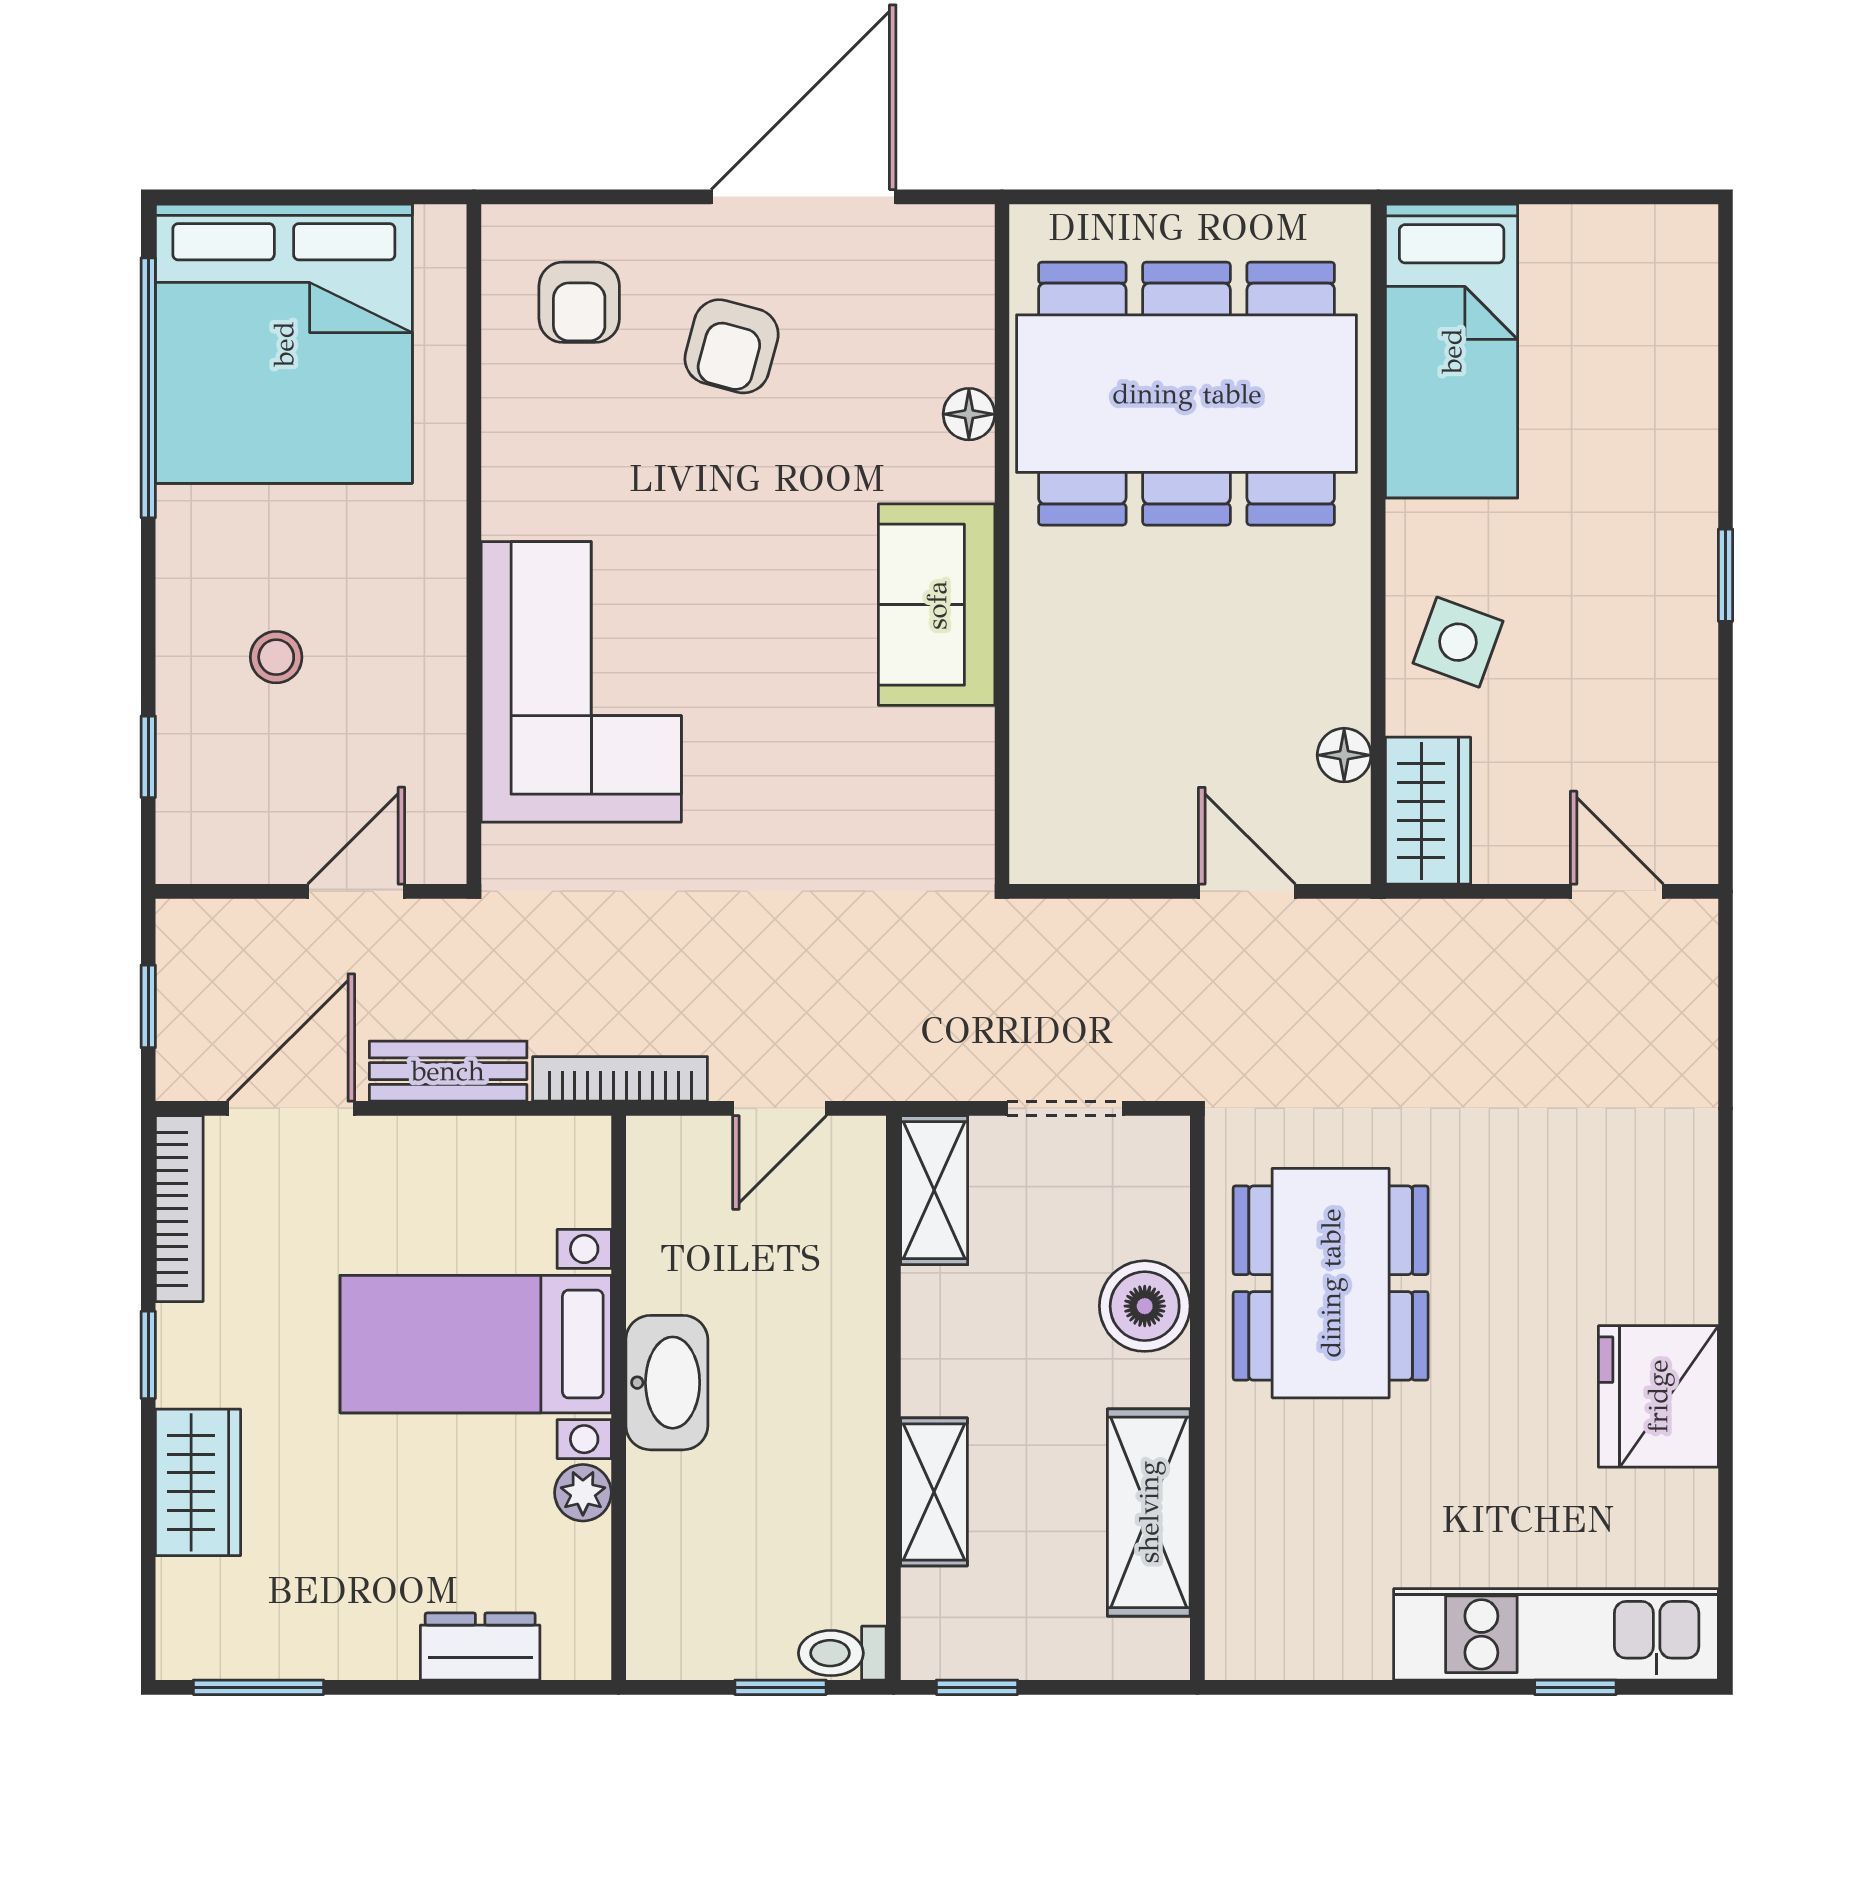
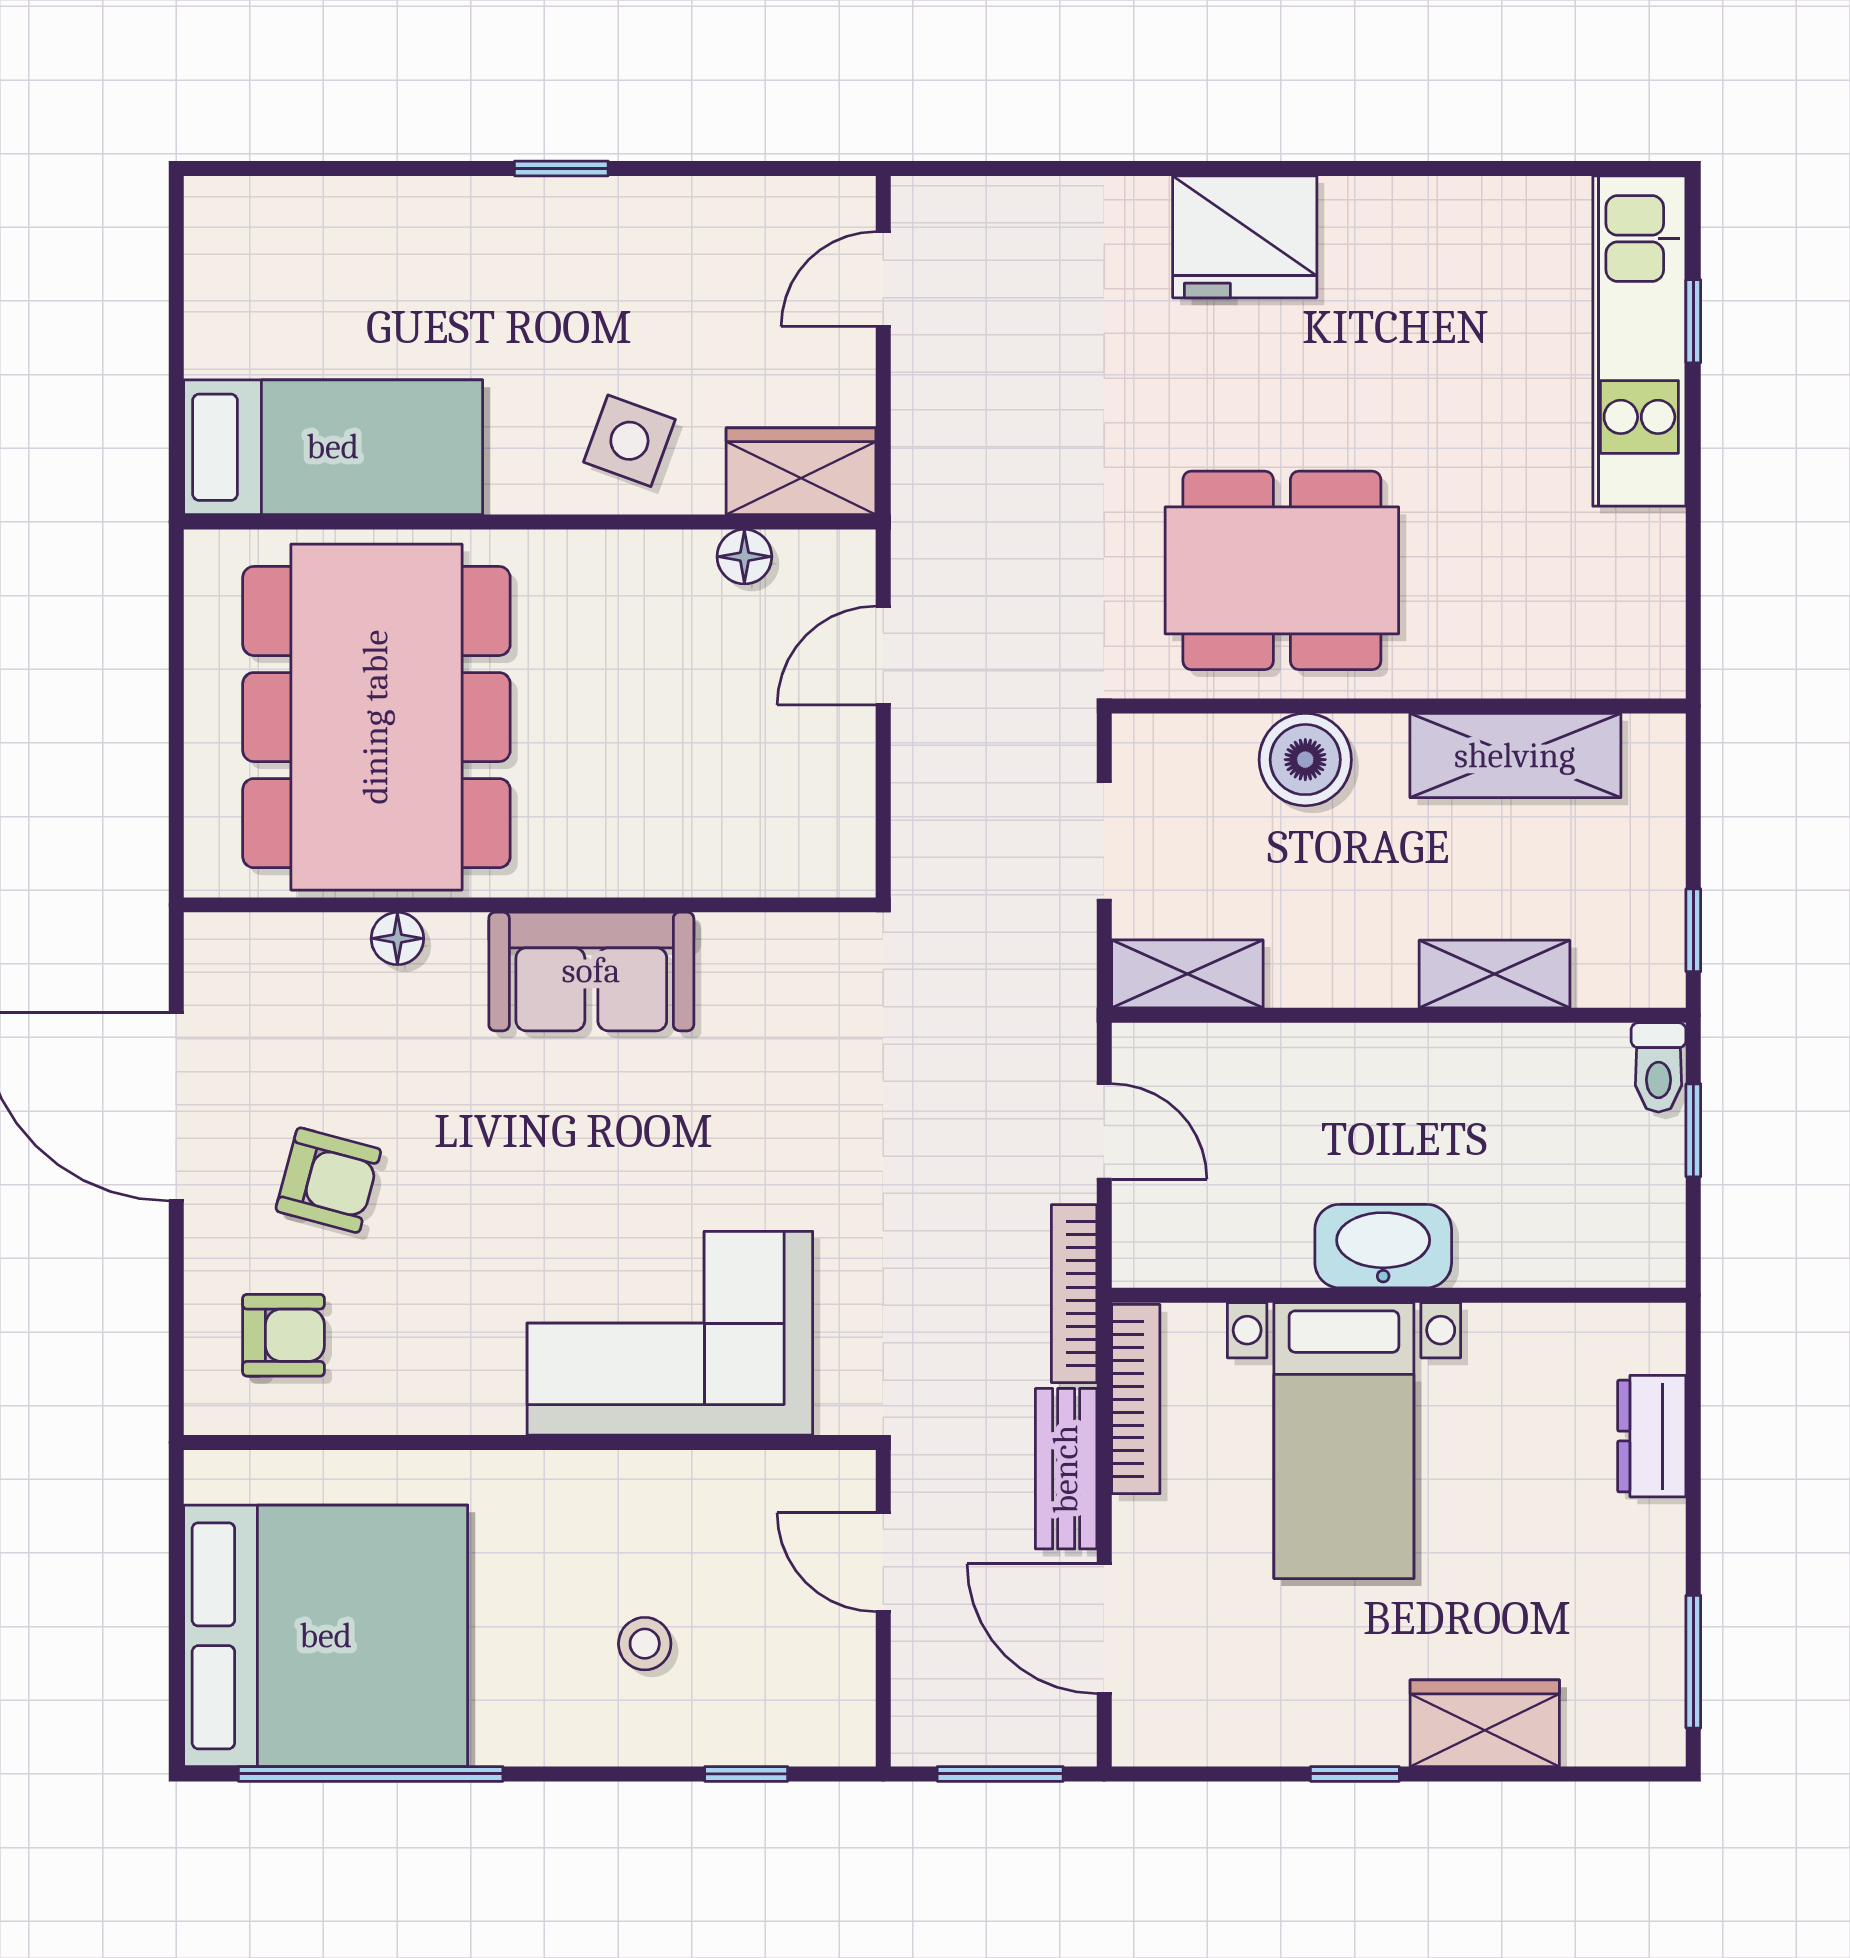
window: (148, 1006) -> (1000, 1774), width x1.50
bookcase: (179, 1209) -> (1136, 1399), moved, turned 90
fridge: (1658, 1396) -> (1245, 237), moved
plant: (583, 1493) -> (1495, 1331), removed

